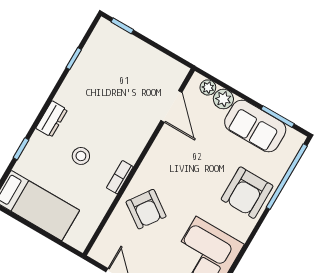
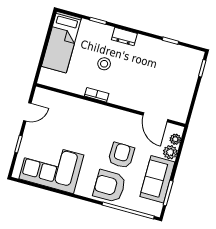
door: (171, 106) -> (155, 117), hinge flipped
armchair: (146, 209) -> (121, 155), moved, turned 146

